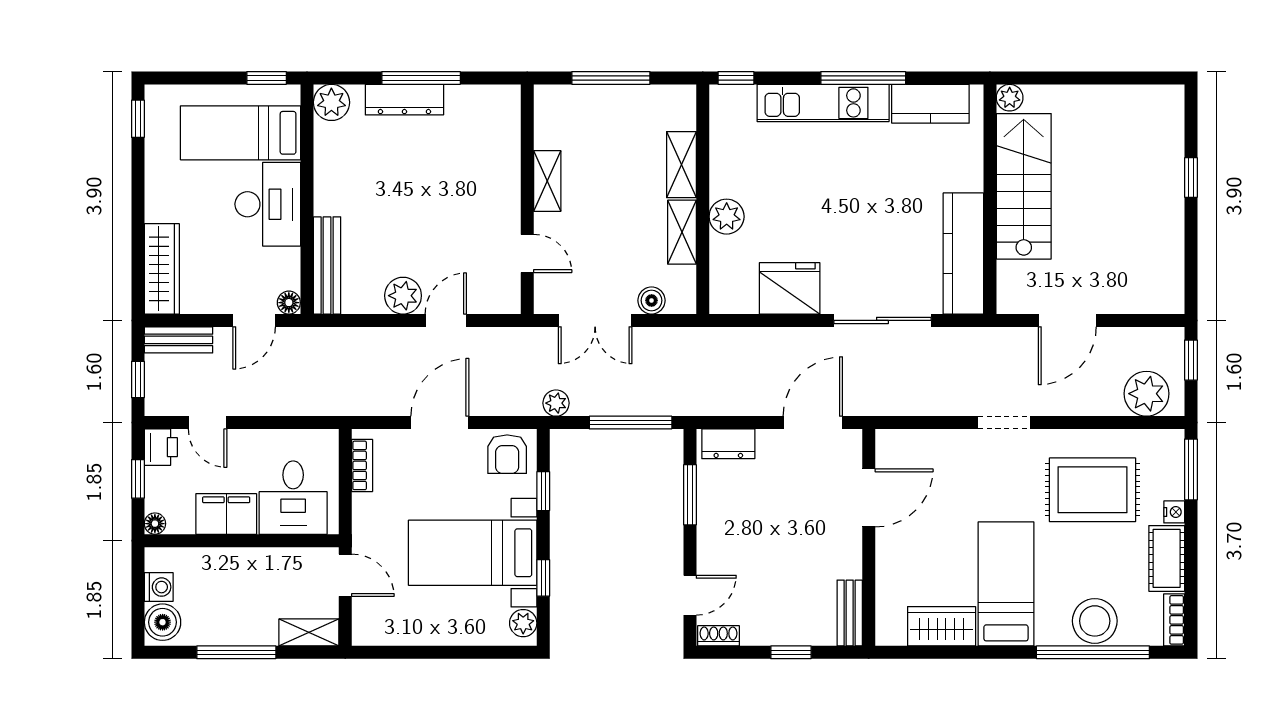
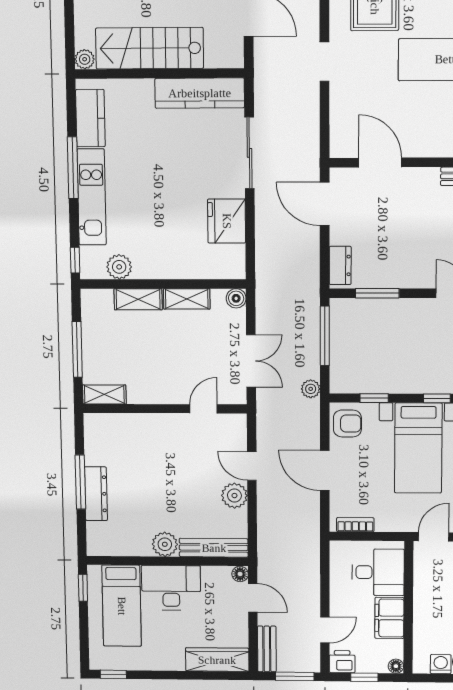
plant: (331, 102) -> (165, 544), moved
shelving: (547, 181) -> (104, 394), moved
plant: (727, 217) -> (119, 267), moved
boiler: (652, 300) -> (236, 298), moved
window: (138, 380) -> (295, 676), width x1.50

